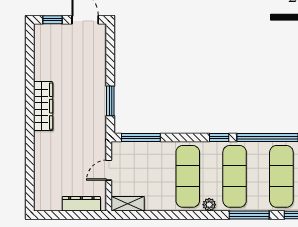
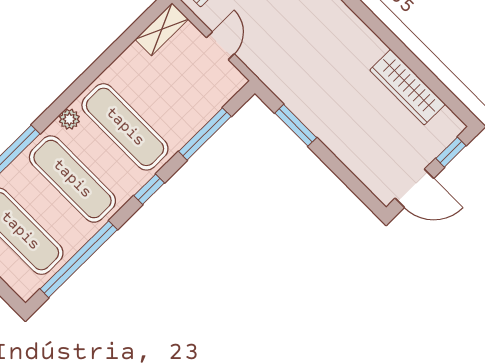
wardrobe: (43, 106) -> (407, 87), moved
window: (141, 138) -> (205, 134), moved
window: (219, 138) -> (149, 189), moved

